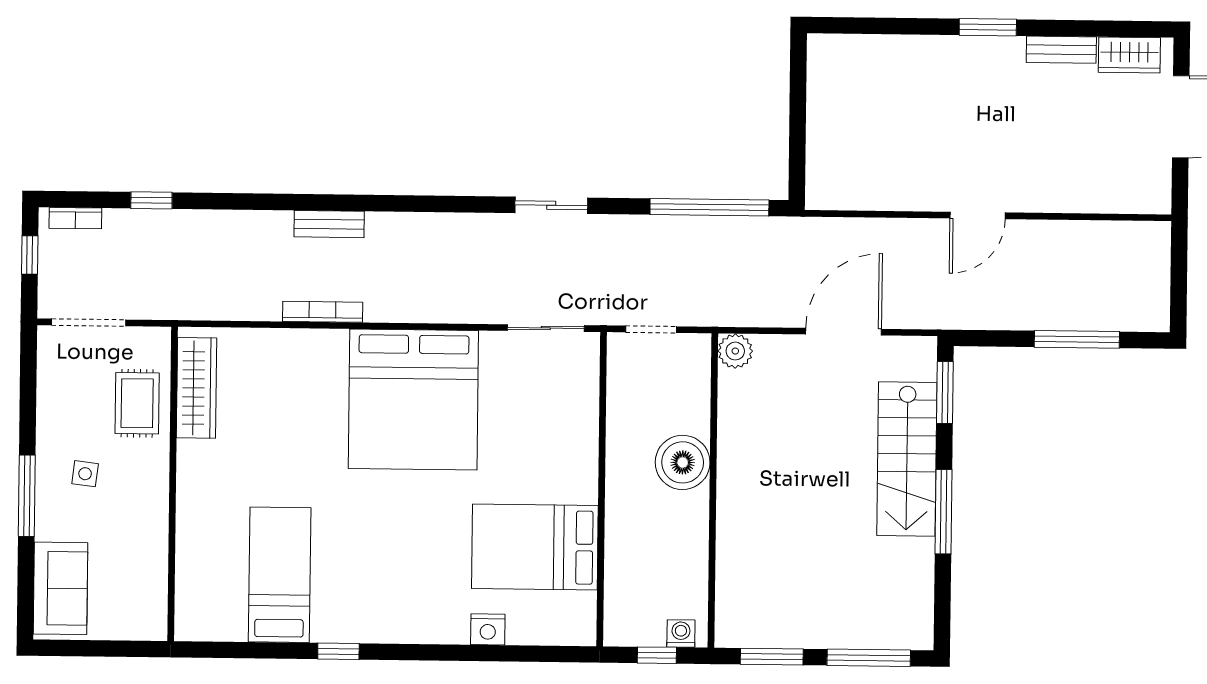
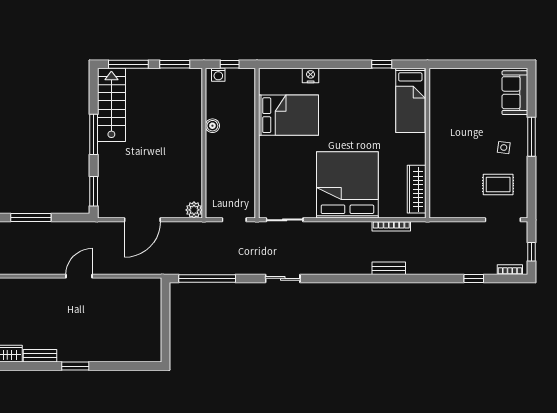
wardrobe: (197, 388) -> (417, 189), moved
rug: (137, 403) -> (498, 185), moved, turned 90
stairs: (907, 459) -> (111, 105), moved
boiler: (683, 462) -> (212, 126), moved, width x0.54, depth x0.54
wall: (173, 484) -> (427, 143), moved

